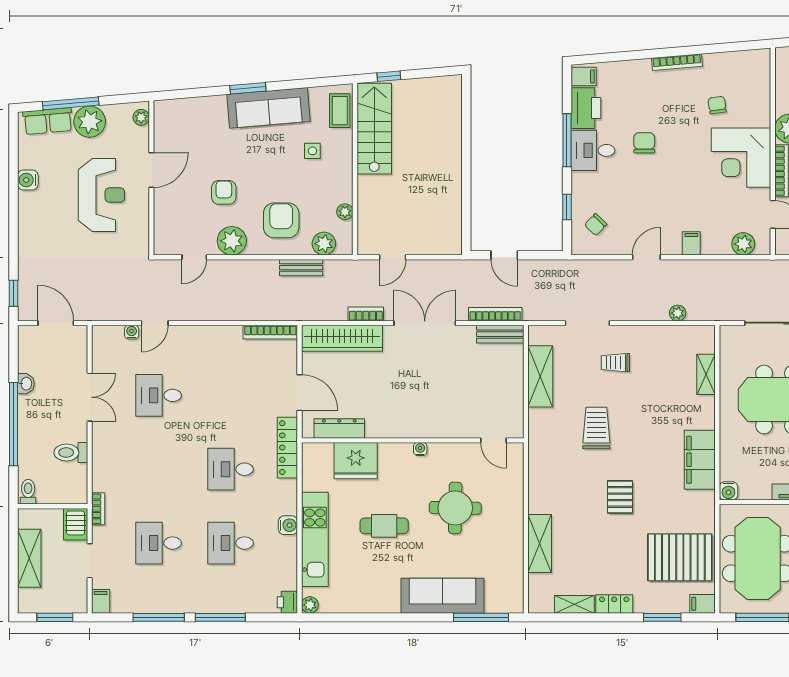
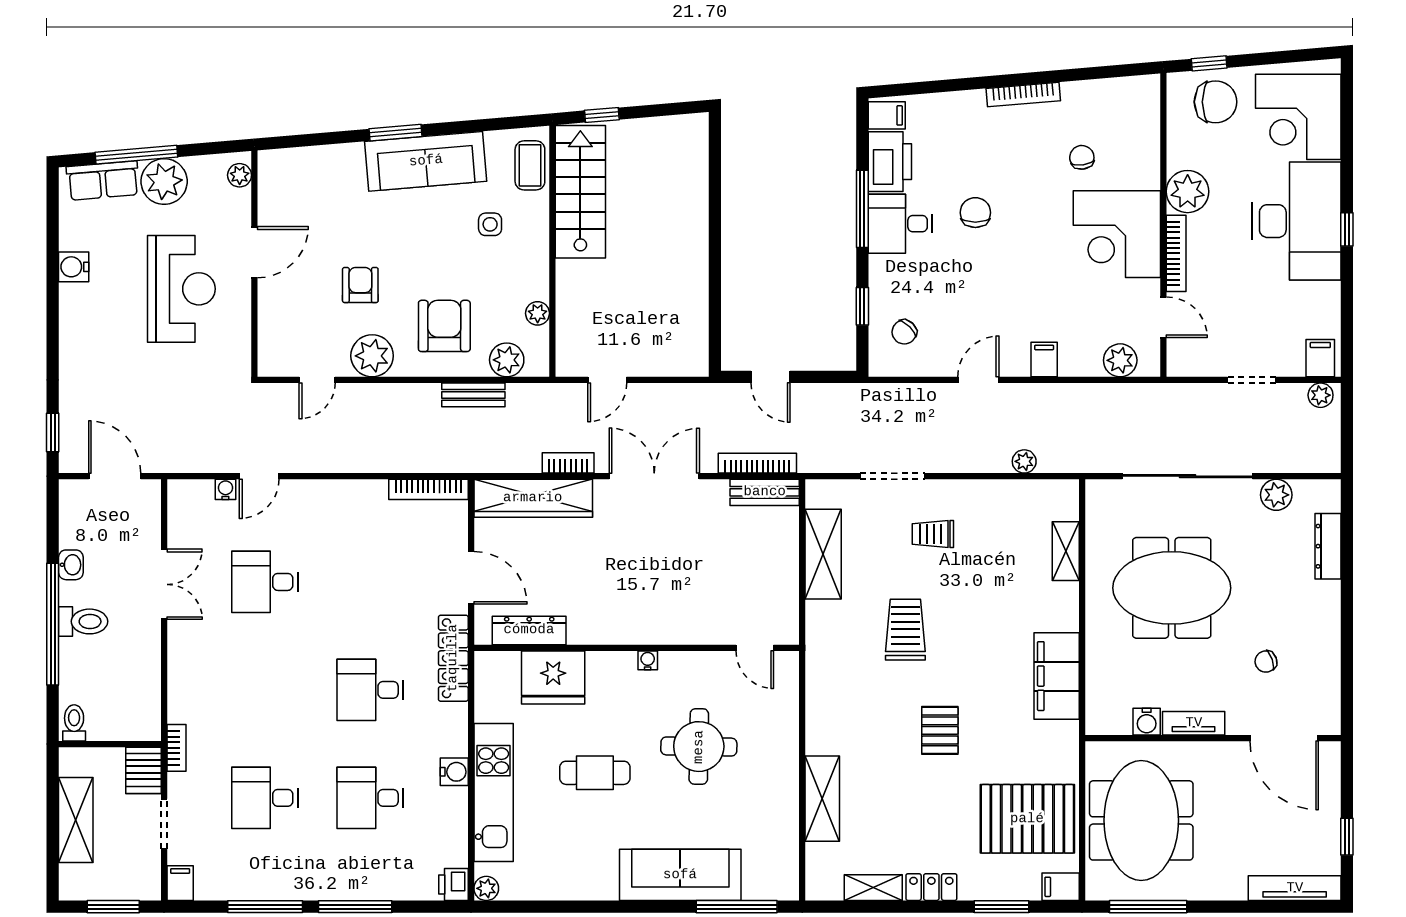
toilet: (71, 453) -> (83, 621), moved, turned 180
water cooler: (728, 491) -> (1147, 722), moved

